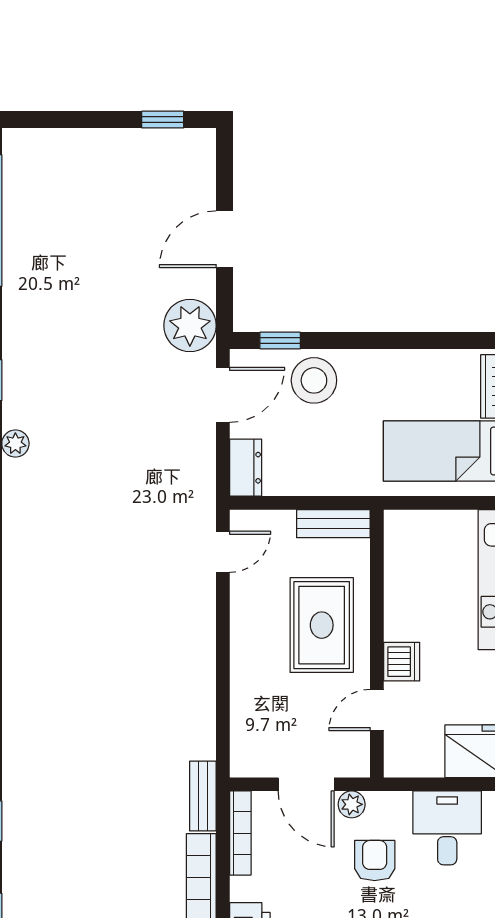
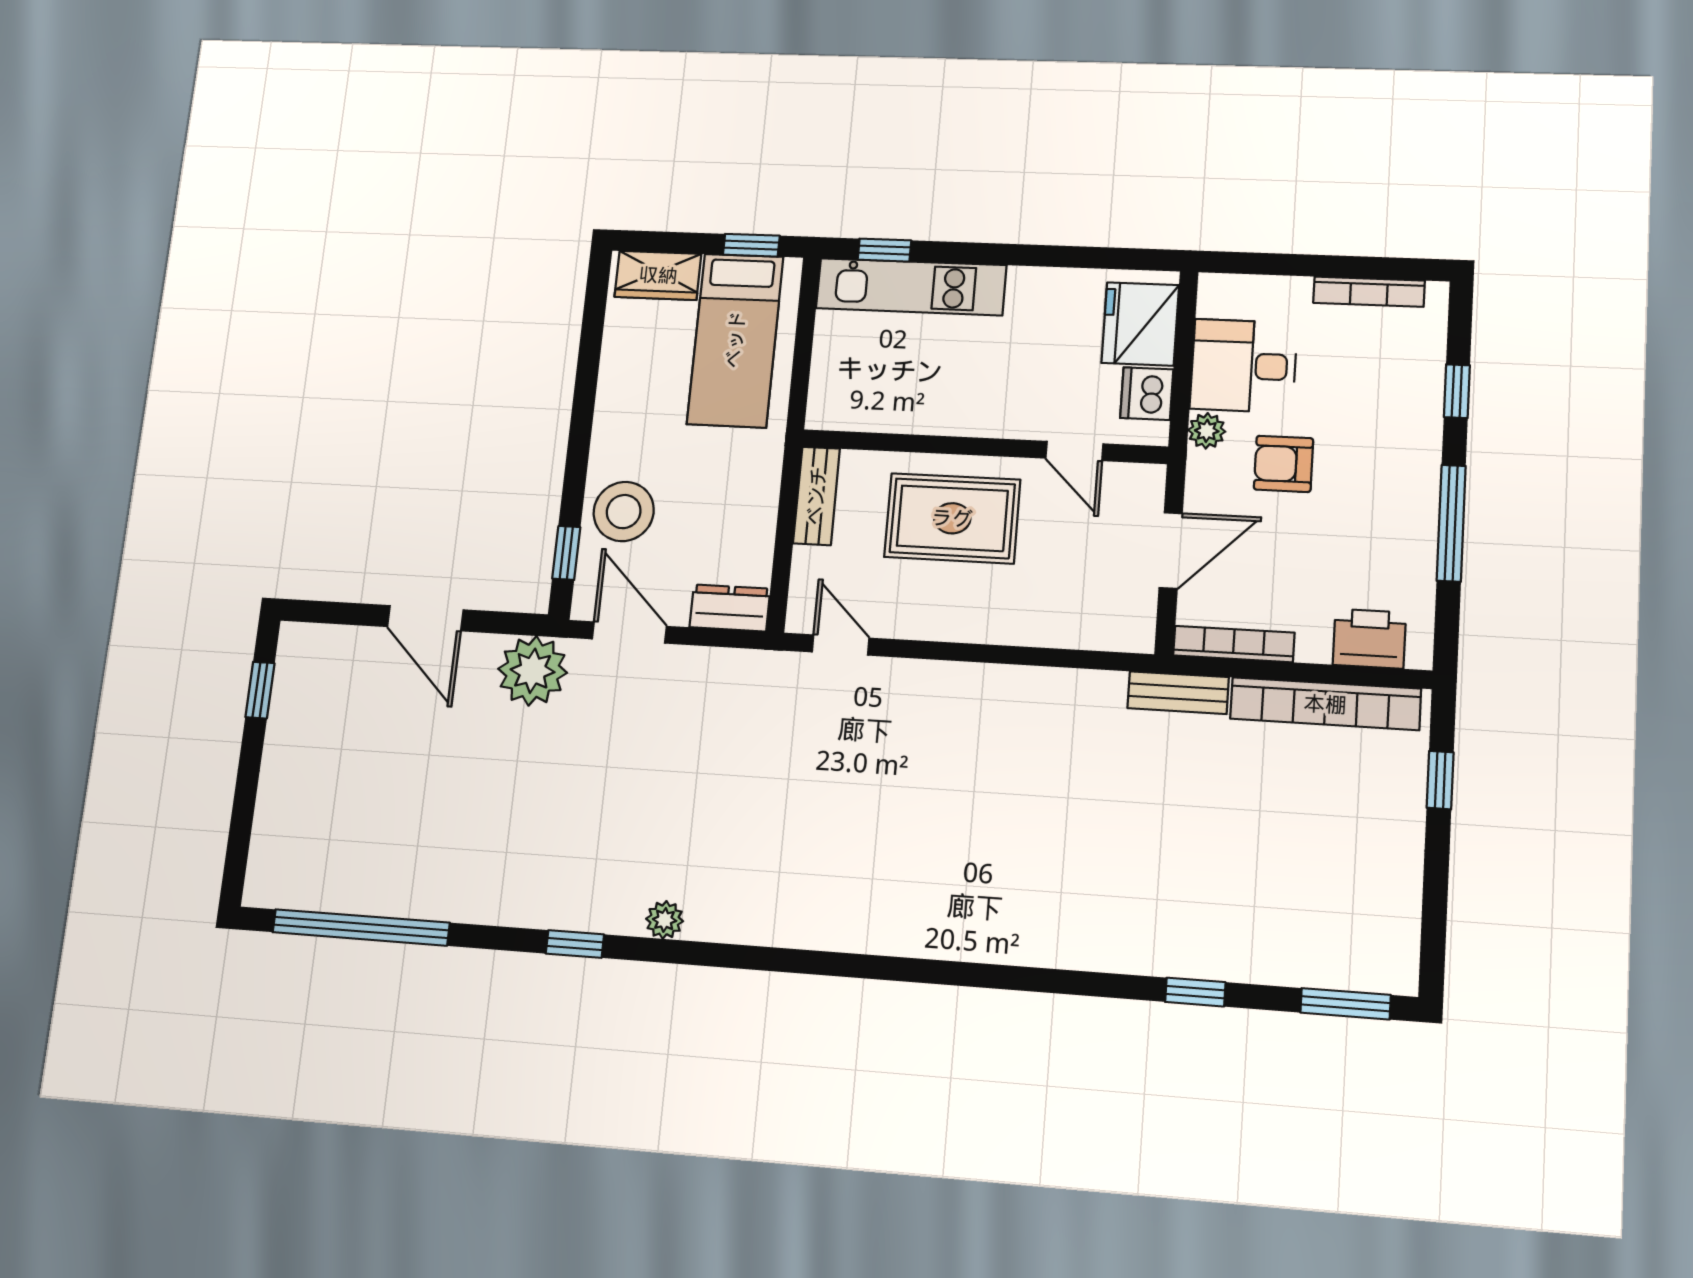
dishwasher: (402, 662) -> (1147, 394), moved, turned -90
plant: (352, 804) -> (1207, 431), moved

